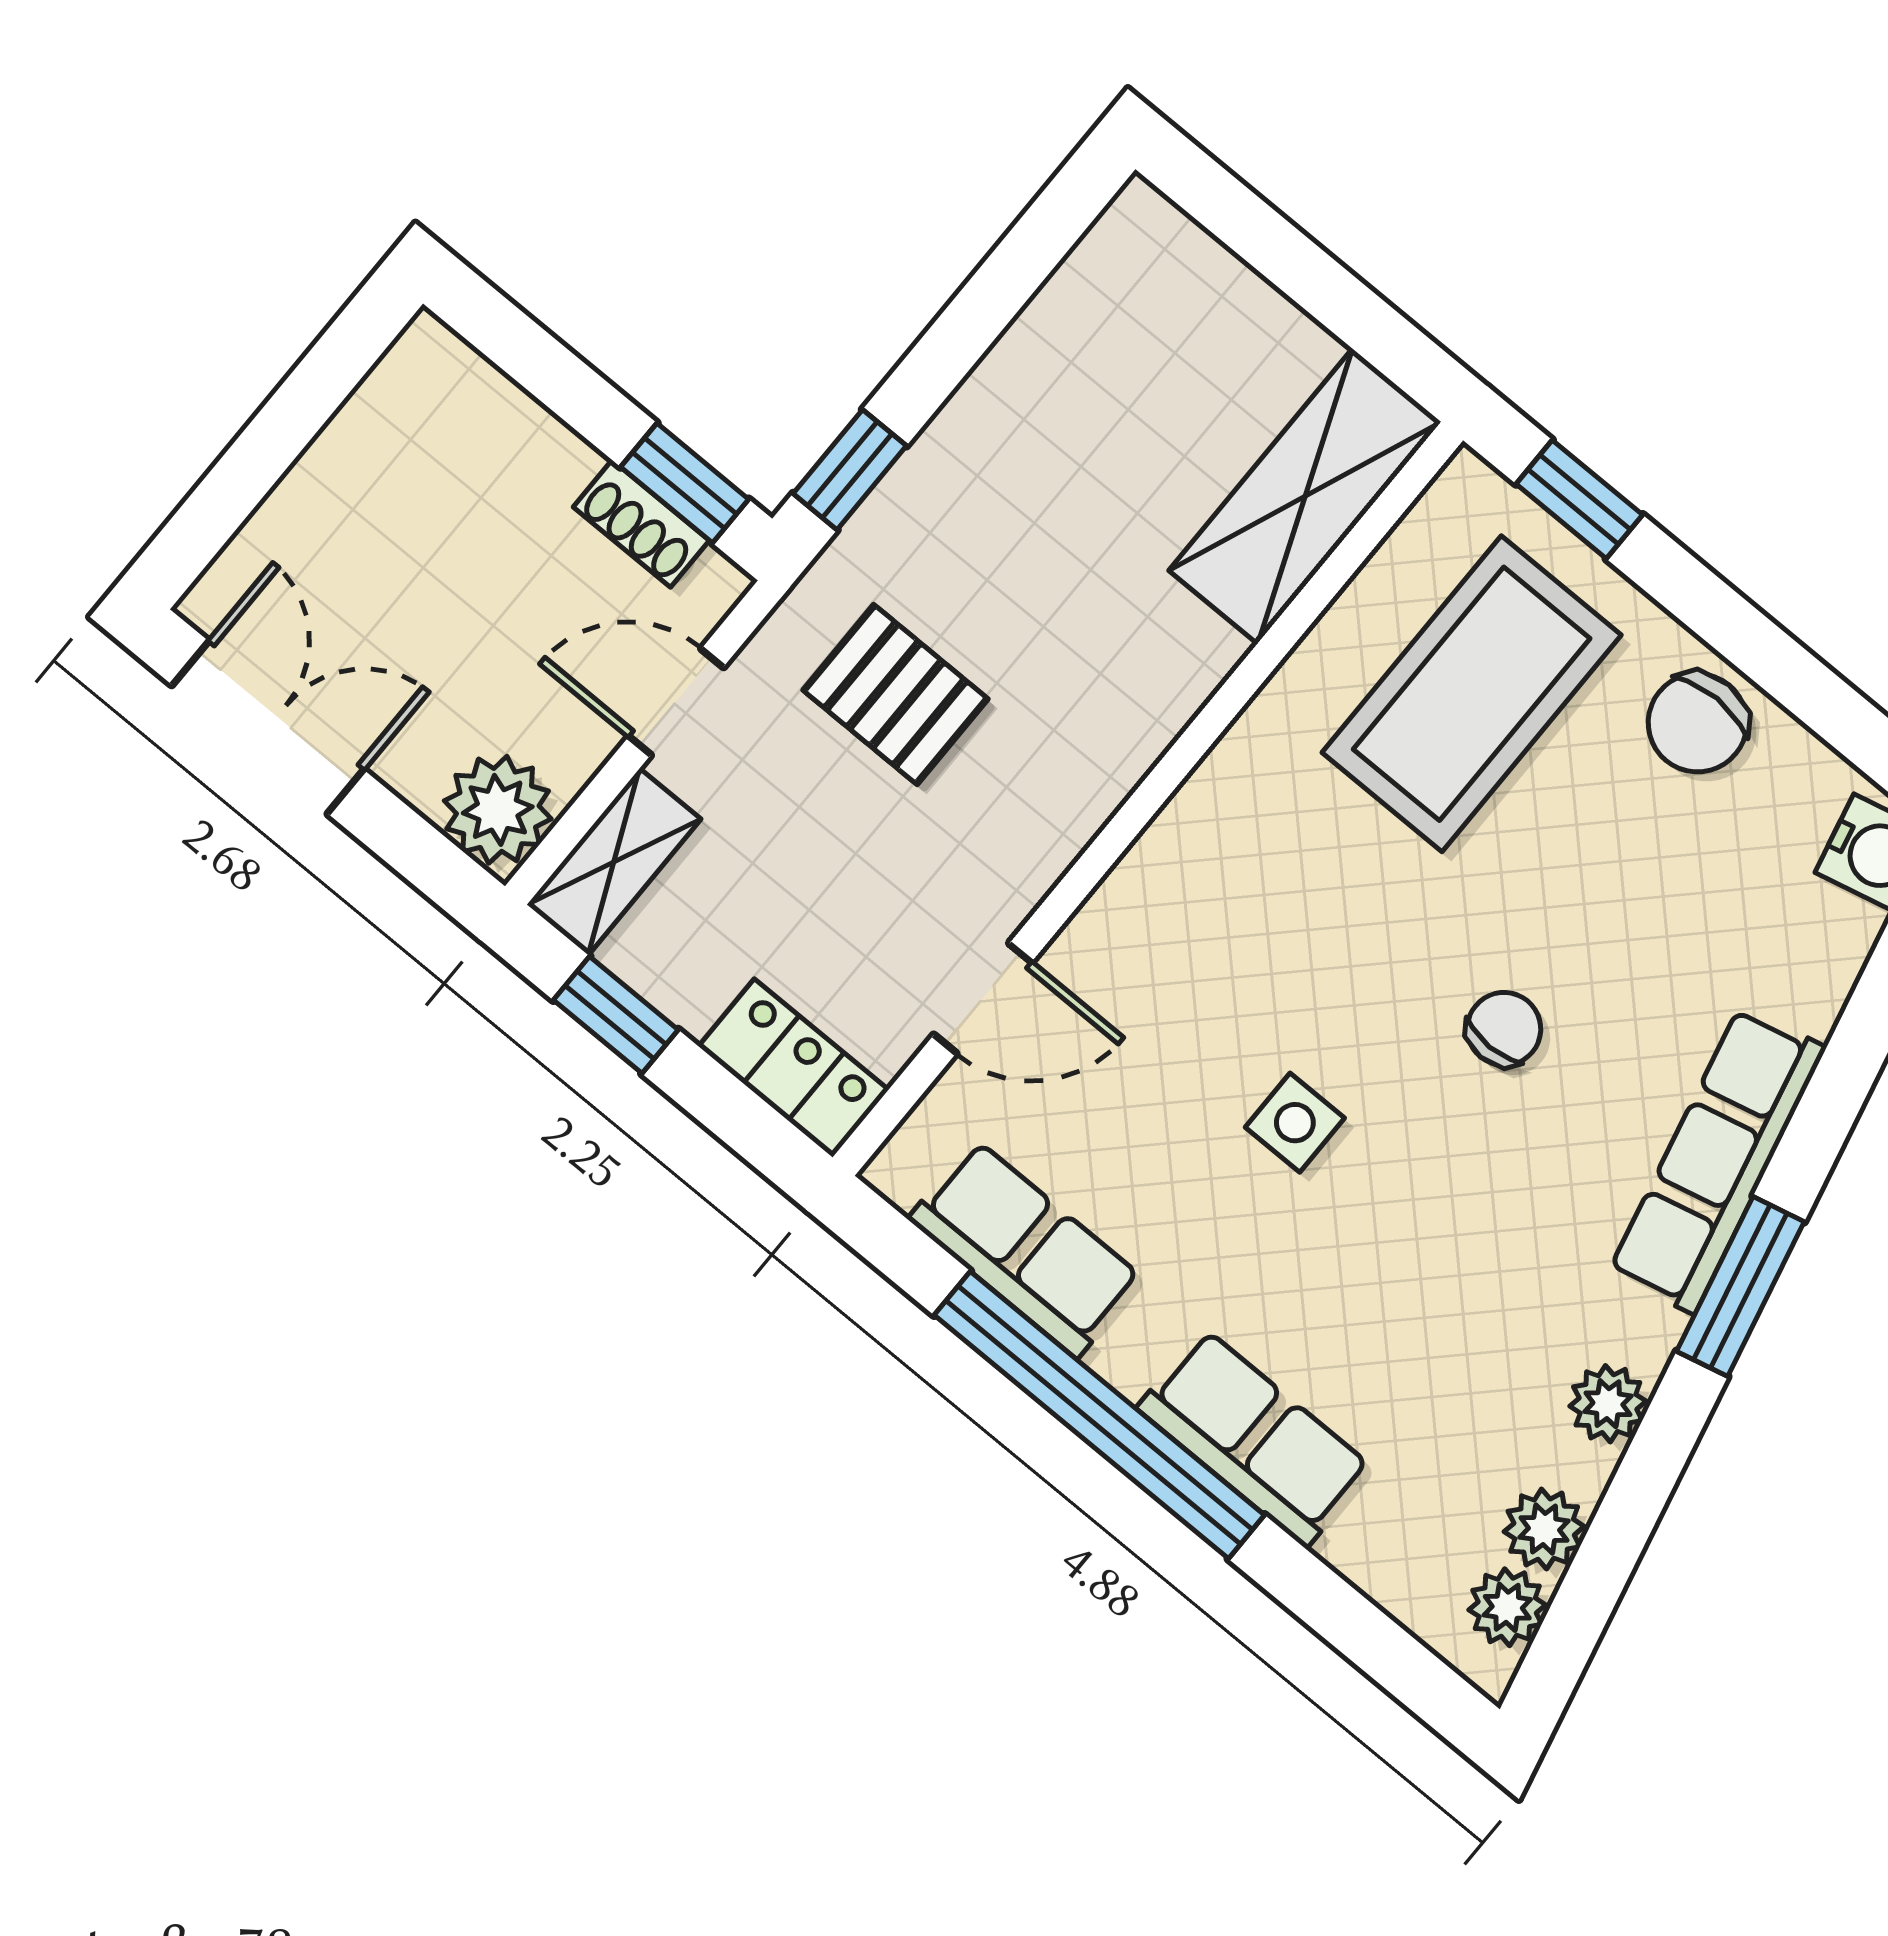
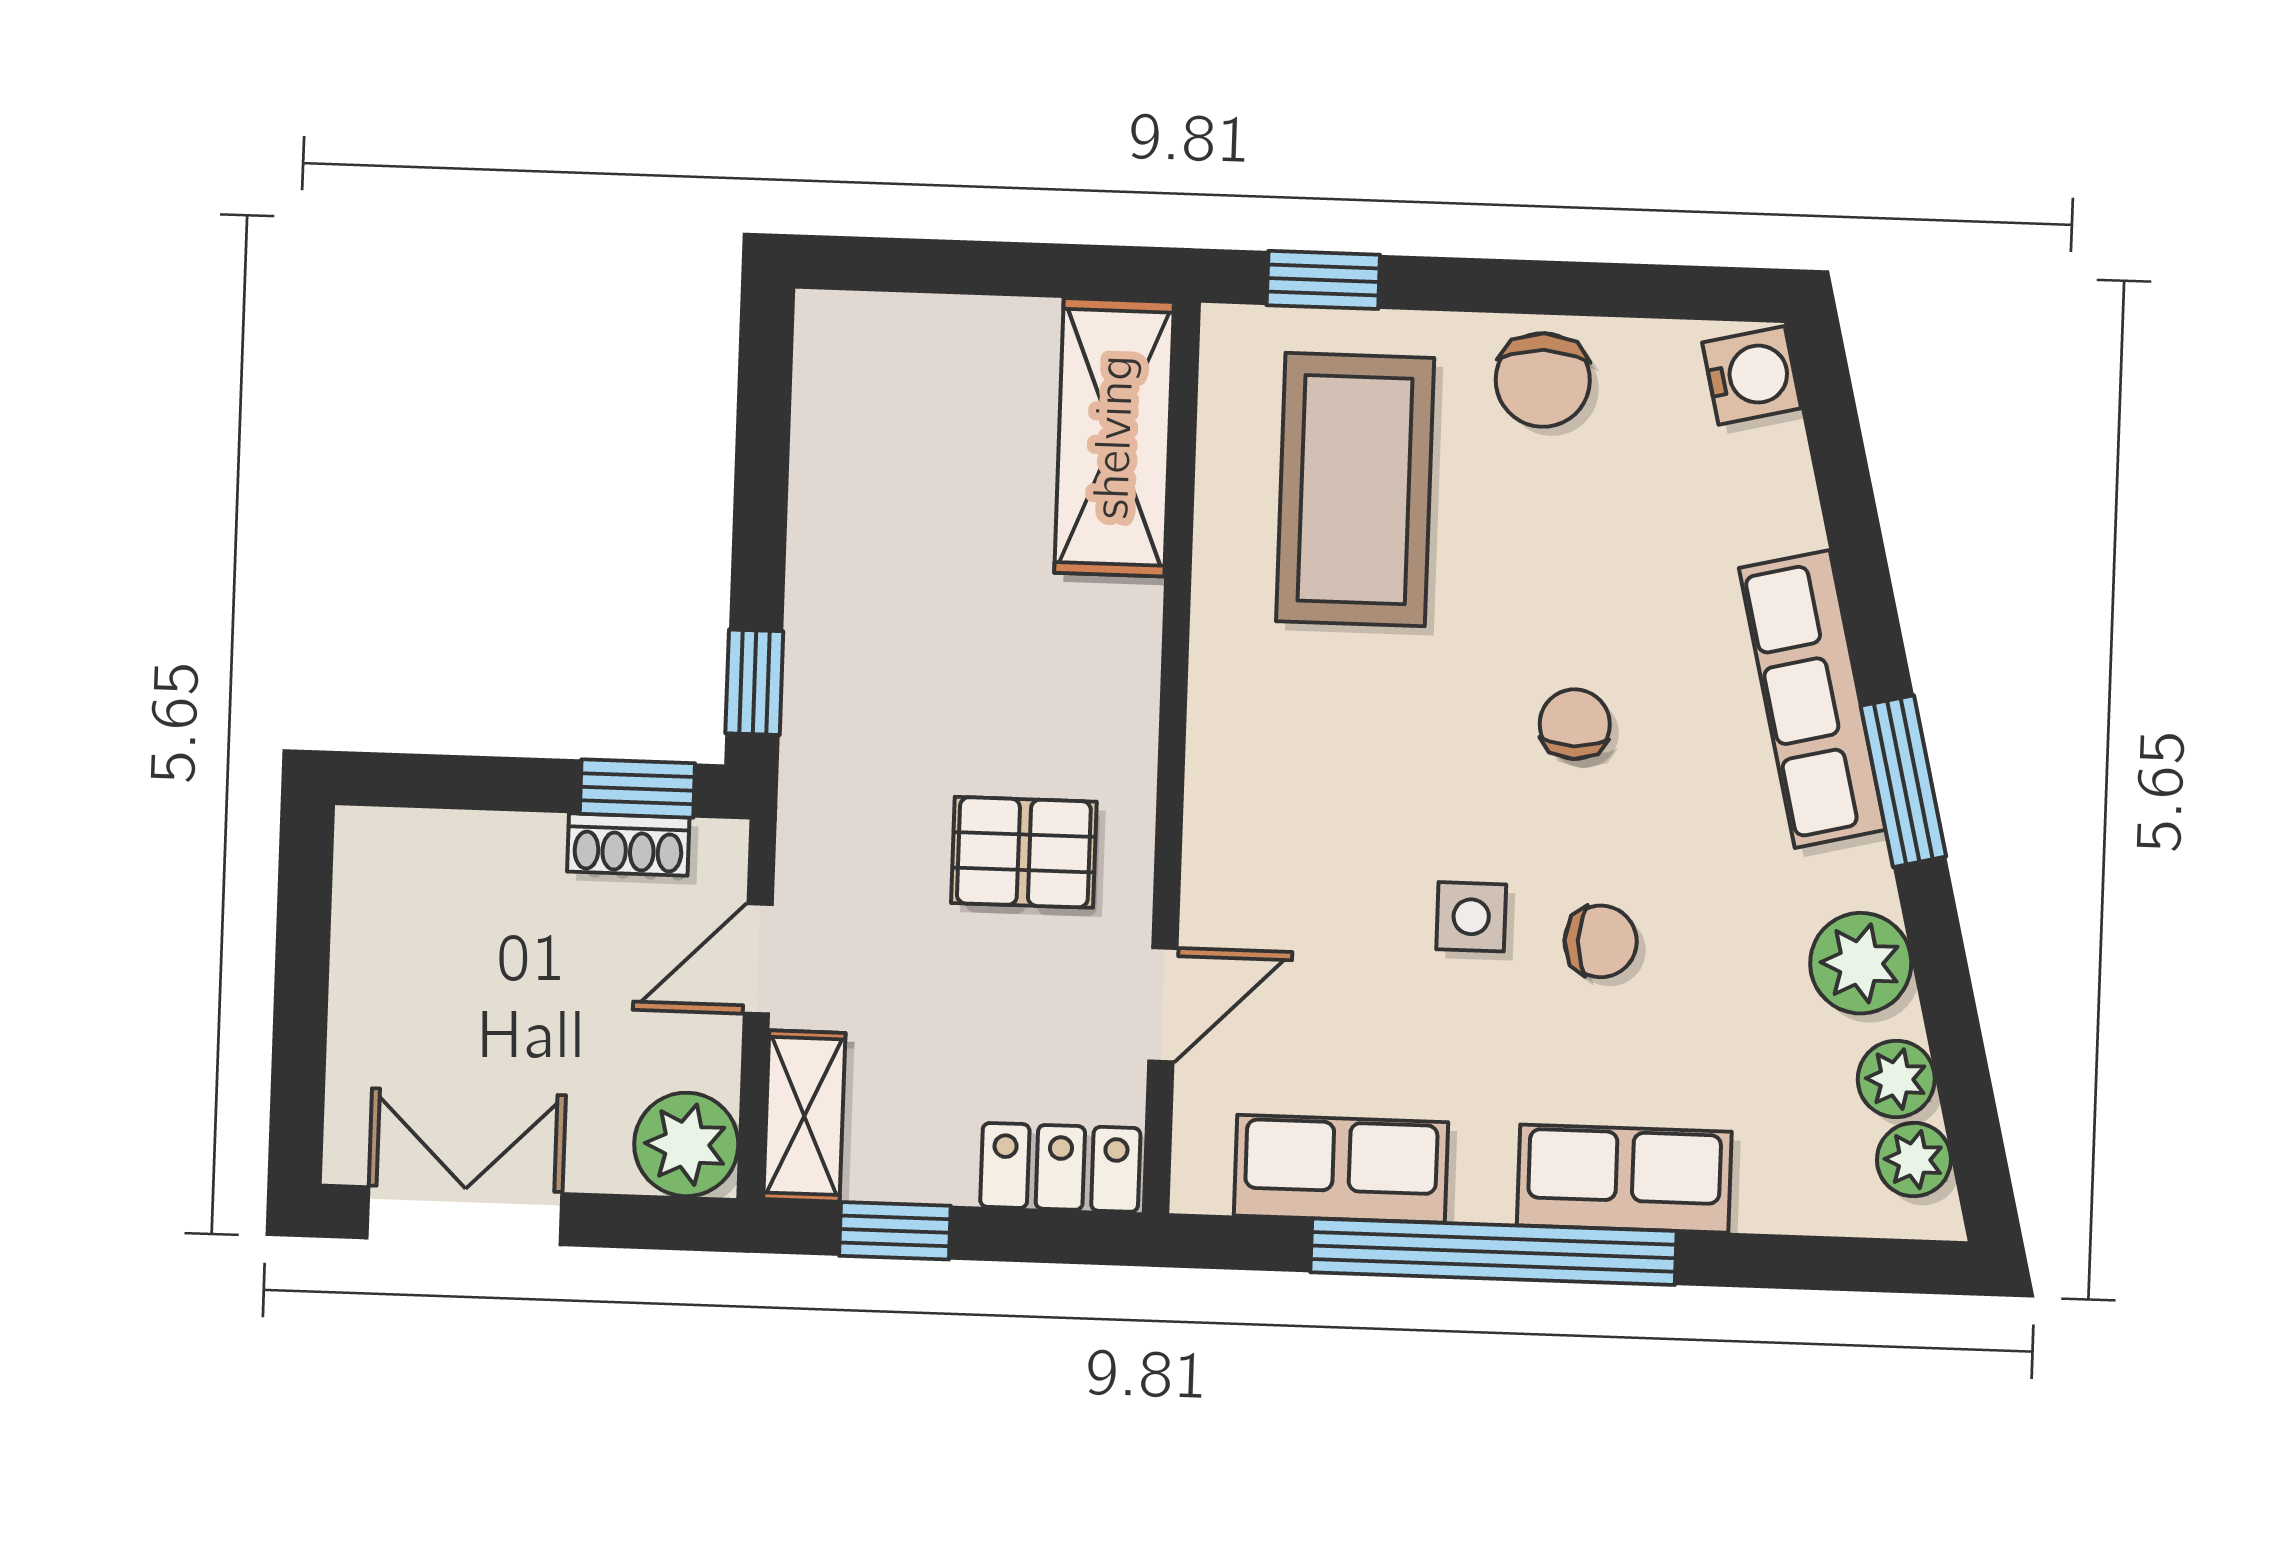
pallet: (895, 695) -> (1024, 852), moved
chair: (1387, 1226) -> (1601, 941), added
plant: (1608, 1404) -> (1861, 963), width x1.38, depth x1.38

